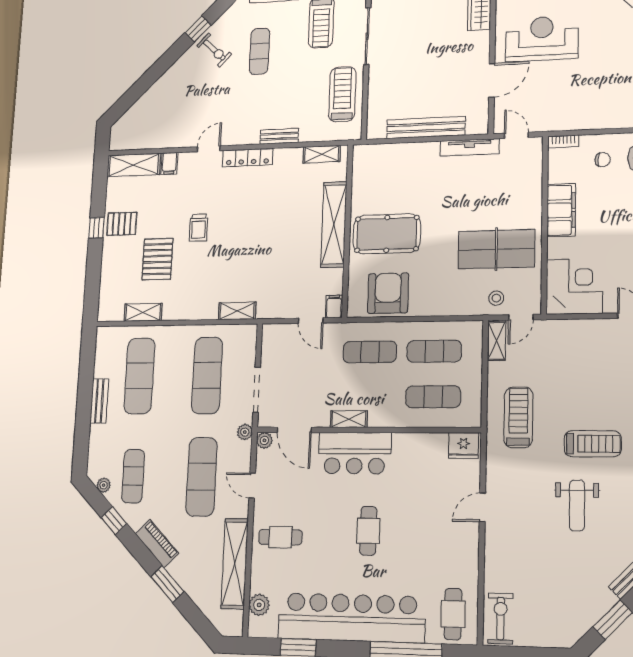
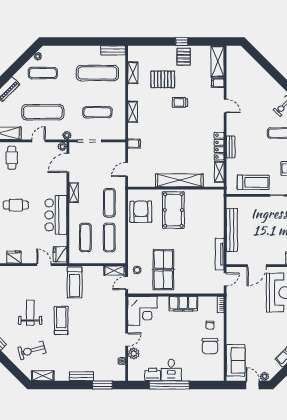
door: (492, 80) -> (257, 266), hinge flipped
locker: (248, 158) -> (219, 146), moved
armchair: (388, 293) -> (141, 212), turned -90
filing cabinet: (334, 307) -> (134, 144), moved
shelving: (237, 311) -> (133, 112), moved
door: (521, 317) -> (127, 283), hinge flipped
exercise mat: (207, 375) -> (97, 112), width x0.73, depth x0.69
bench: (99, 401) -> (113, 50), moved
treadmill: (518, 417) -> (75, 282), turned 90
treadmill: (593, 444) -> (61, 320), turned 180
bar counter: (355, 453) -> (56, 215), moved
weight bench: (577, 505) -> (30, 313), turned 90
door: (482, 507) -> (44, 265), moved
window: (114, 521) -> (19, 64), removed
fridge: (467, 536) -> (14, 257), added

